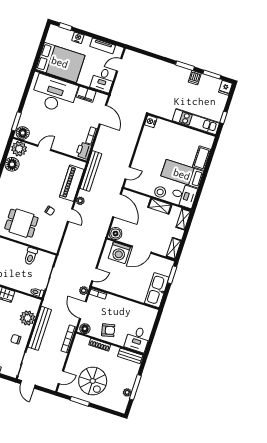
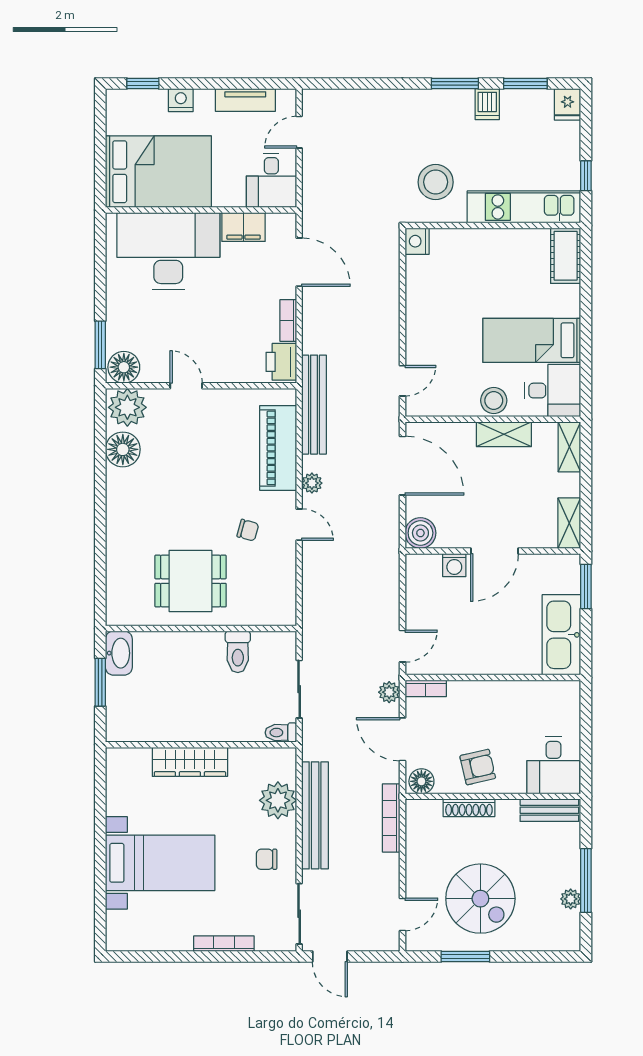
stool: (165, 101) -> (436, 182), added
door: (44, 148) -> (186, 386), hinge flipped
cot: (202, 158) -> (566, 256), moved
washing machine: (119, 253) -> (454, 565), width x0.53, depth x0.53

